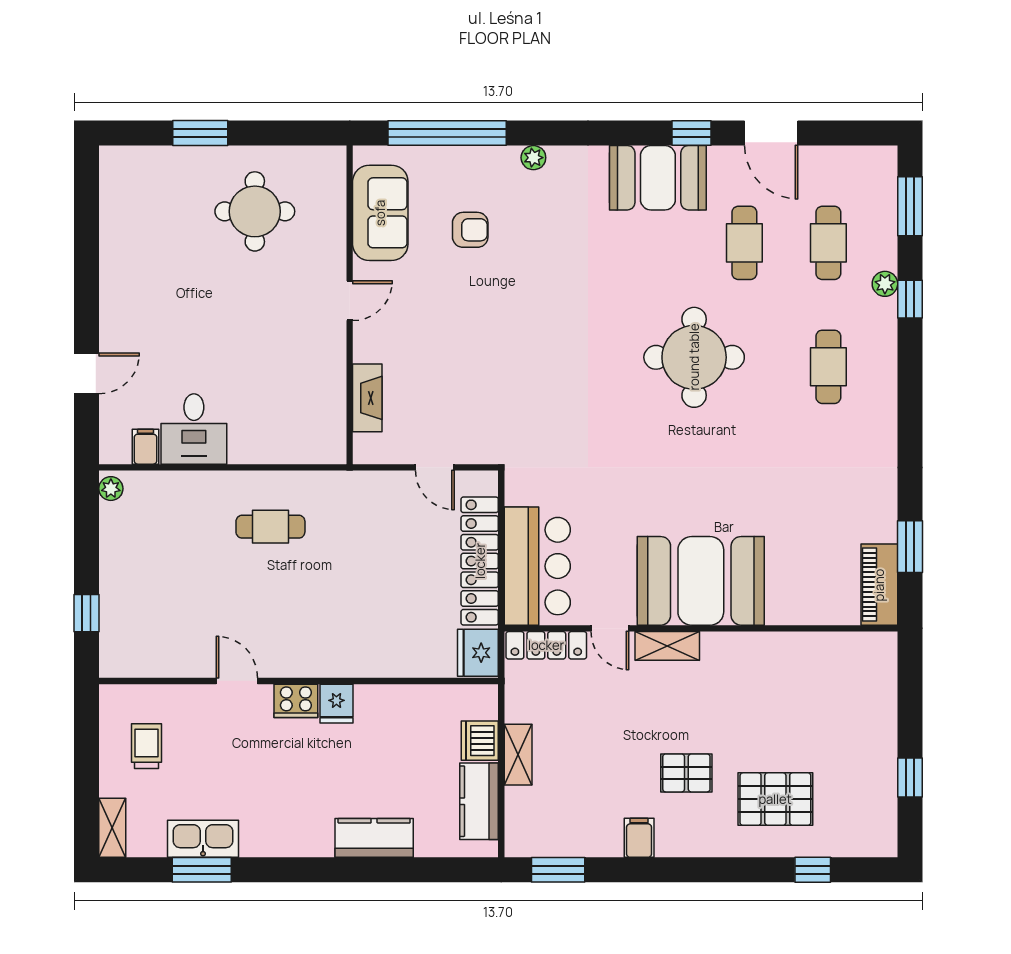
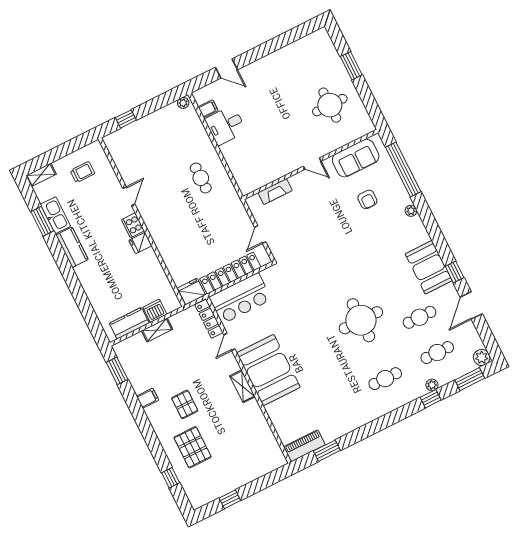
plant: (880, 163) -> (482, 357), added
shelving: (667, 646) -> (242, 386), moved
kitchen counter: (374, 838) -> (72, 247), moved

